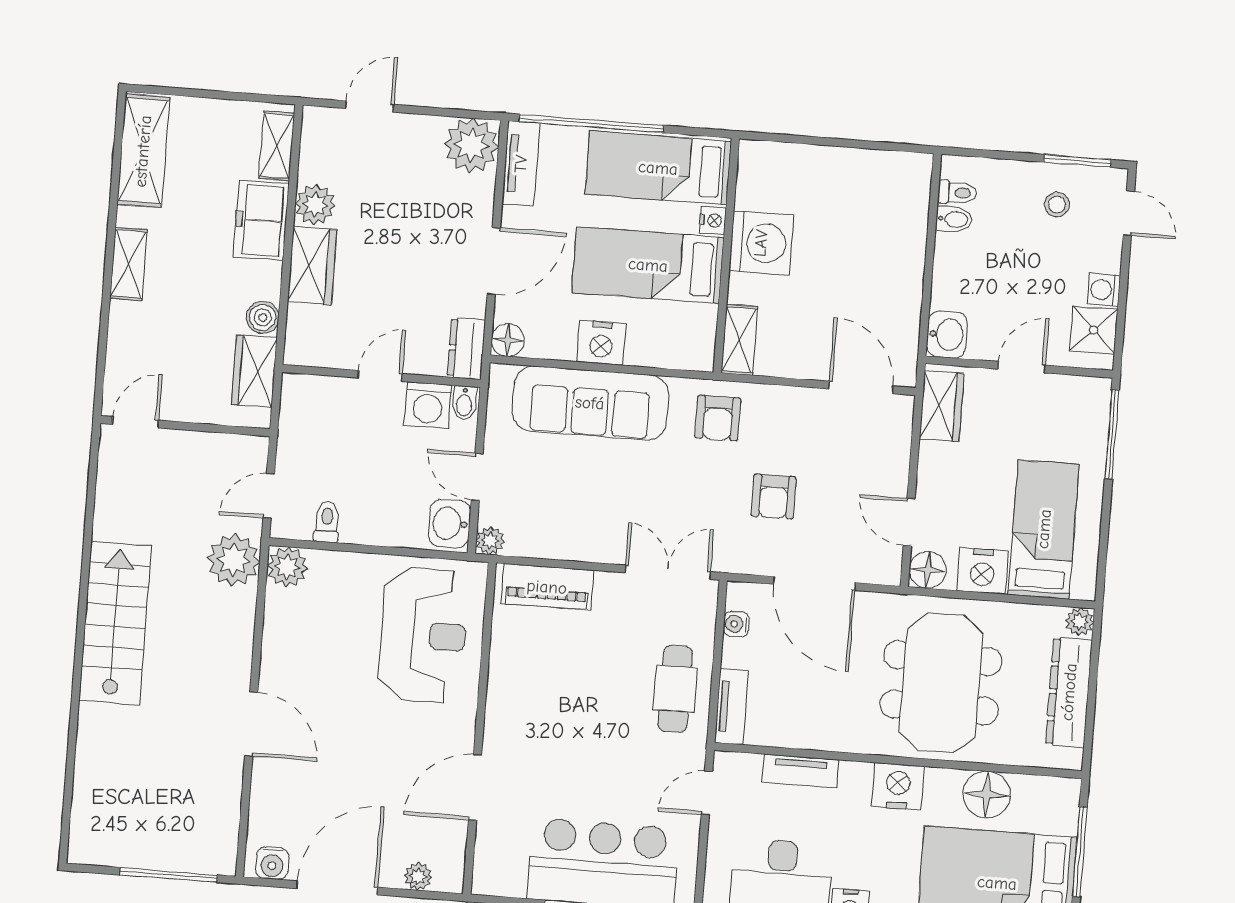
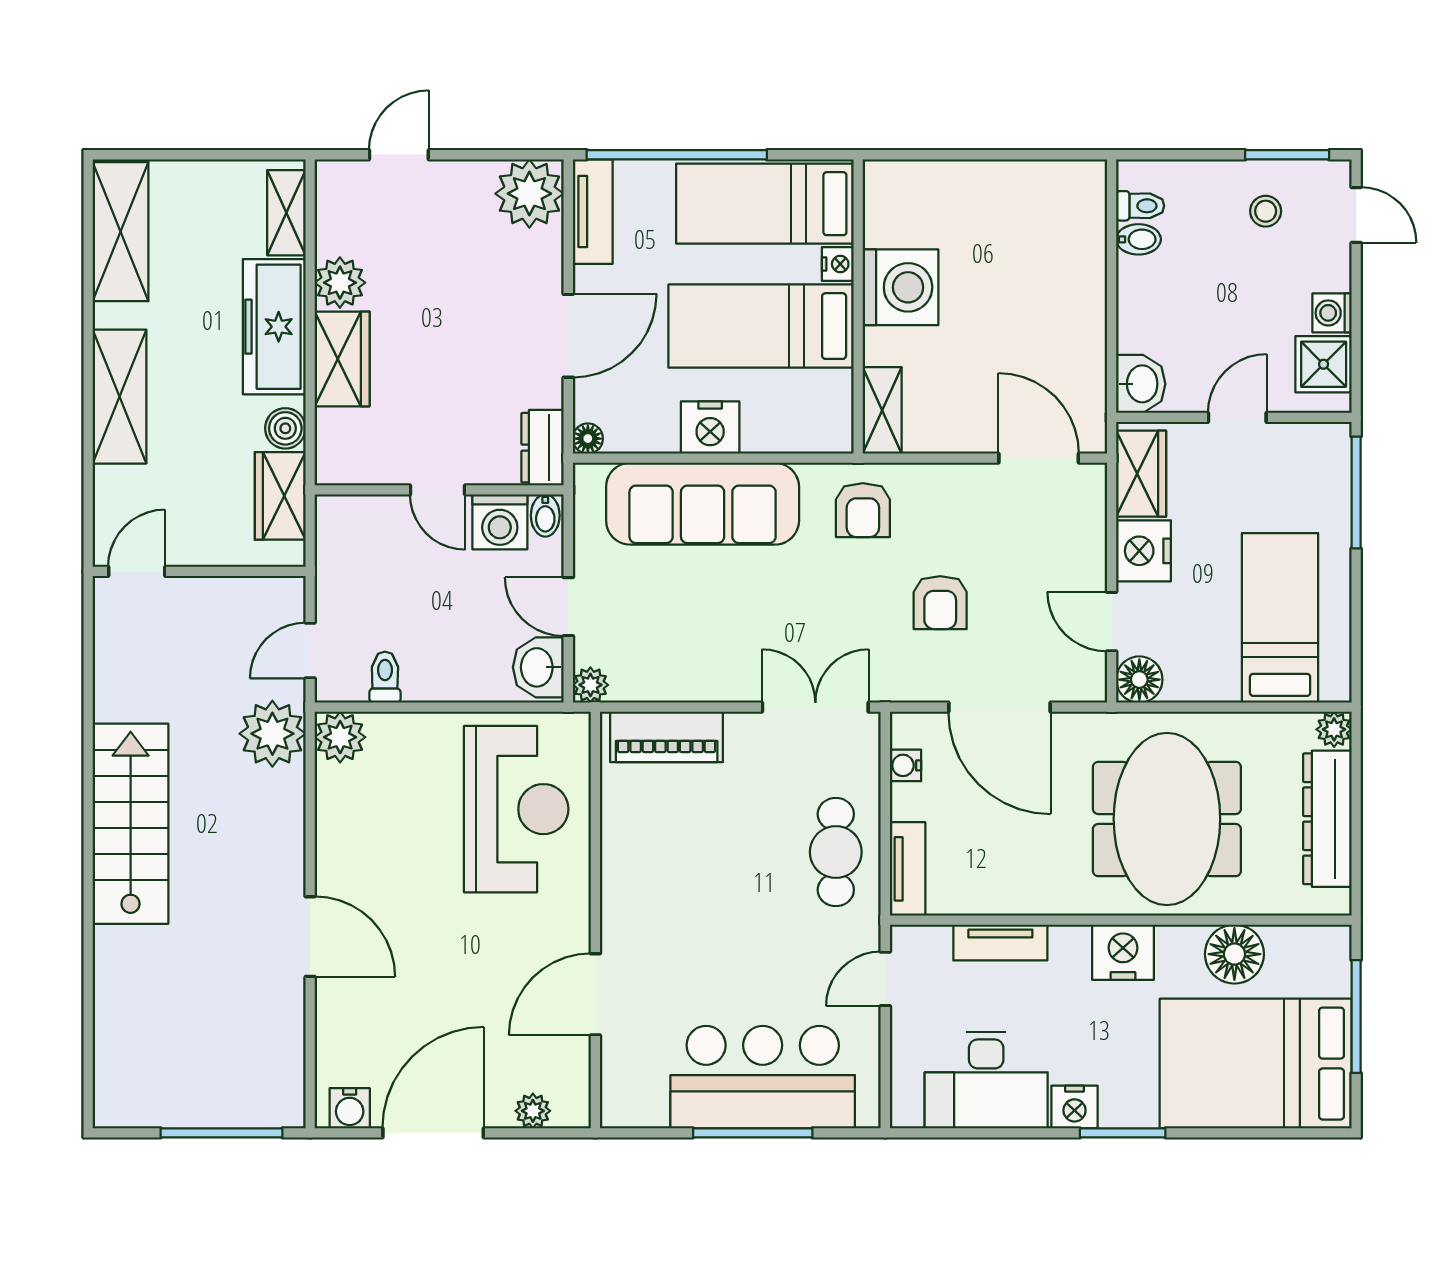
freezer: (261, 220) -> (274, 327), width x1.40
shelving: (129, 264) -> (120, 397), width x1.50, depth x1.33
floor lamp: (508, 340) -> (588, 439), width x0.73, depth x0.73
door: (380, 376) -> (438, 490), swing flipped
nightstand: (982, 571) -> (1144, 551), moved, turned 90

